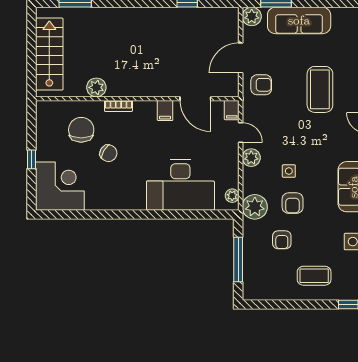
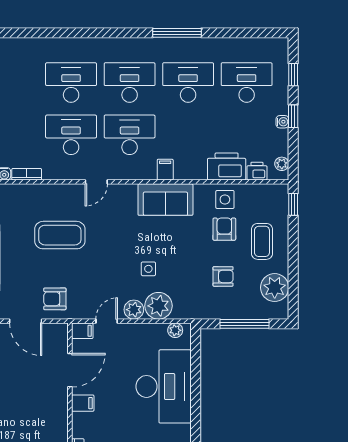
armchair: (261, 85) -> (55, 299), turned -90
armchair: (293, 203) -> (224, 229), moved, turned -90
plant: (255, 207) -> (158, 306), moved
plant: (272, 287) -> (275, 288), added

